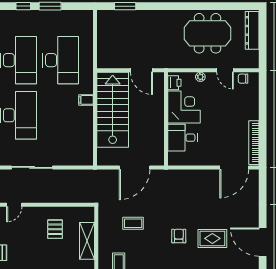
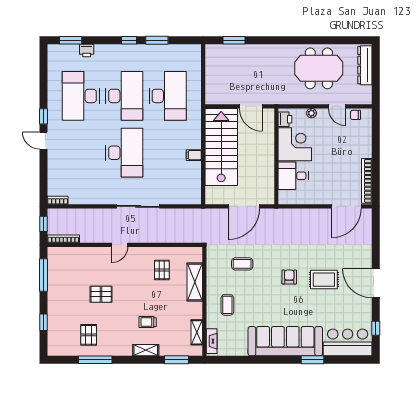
filing cabinet: (86, 100) -> (194, 155), moved

